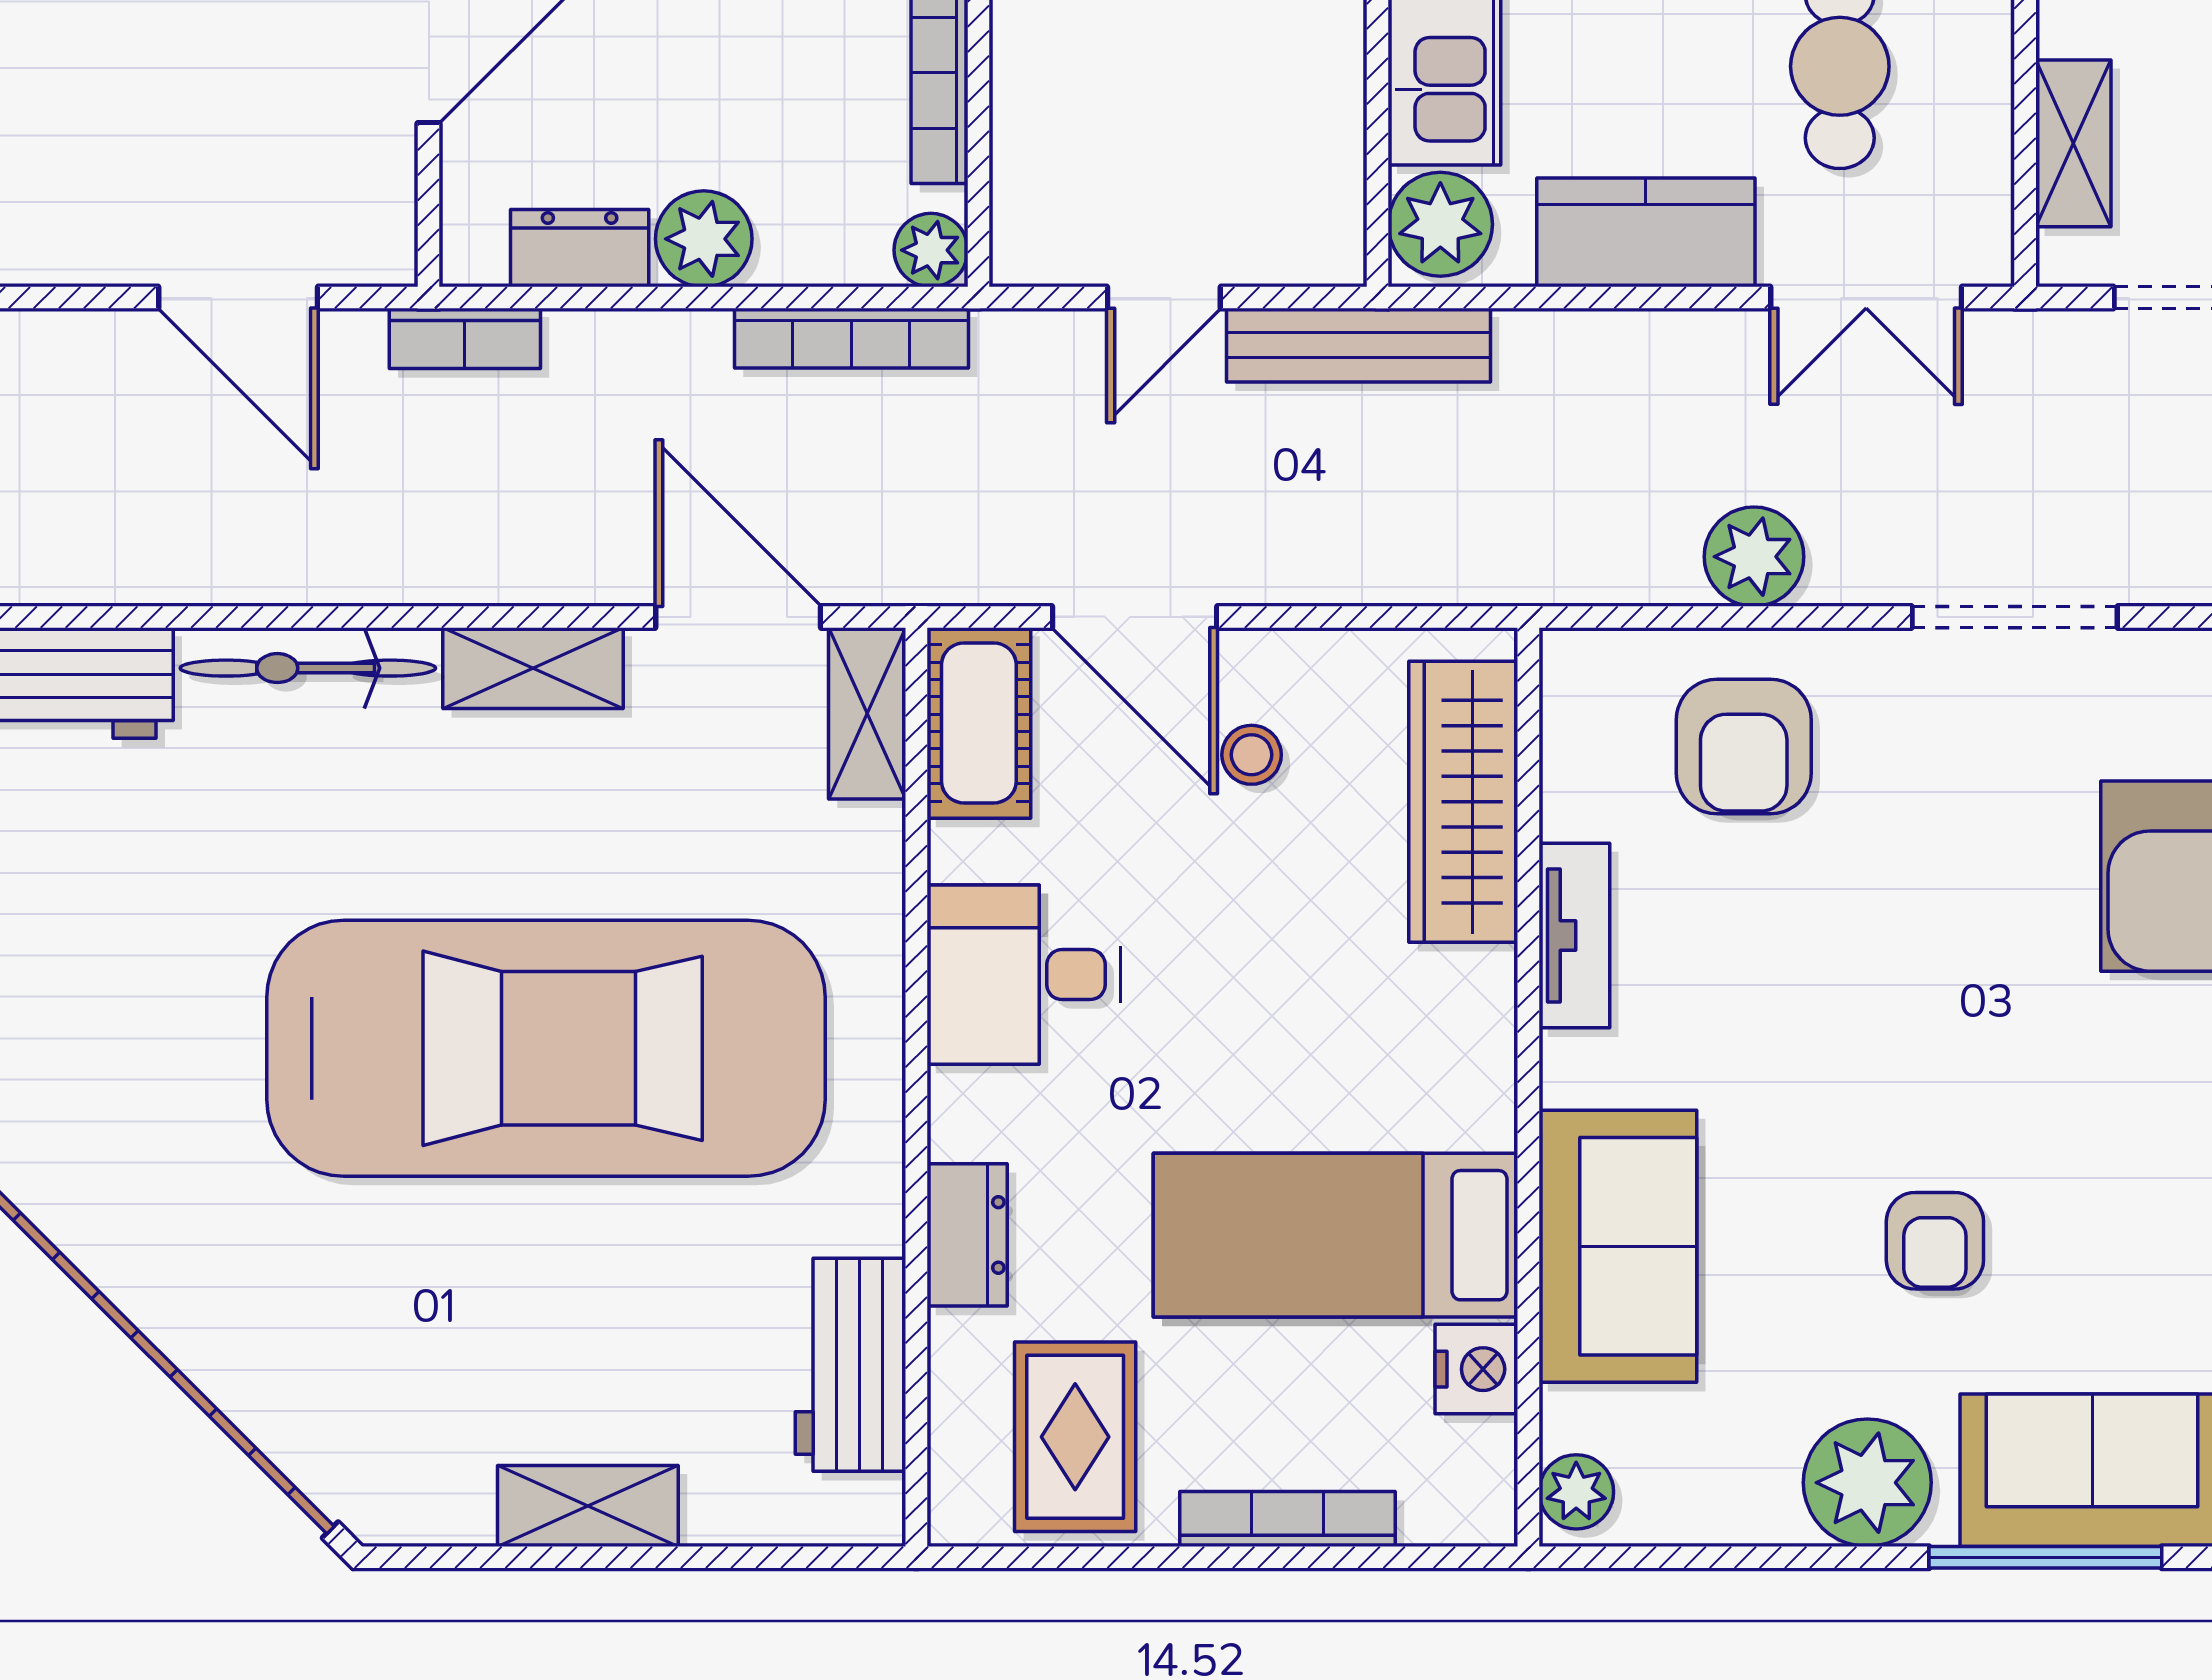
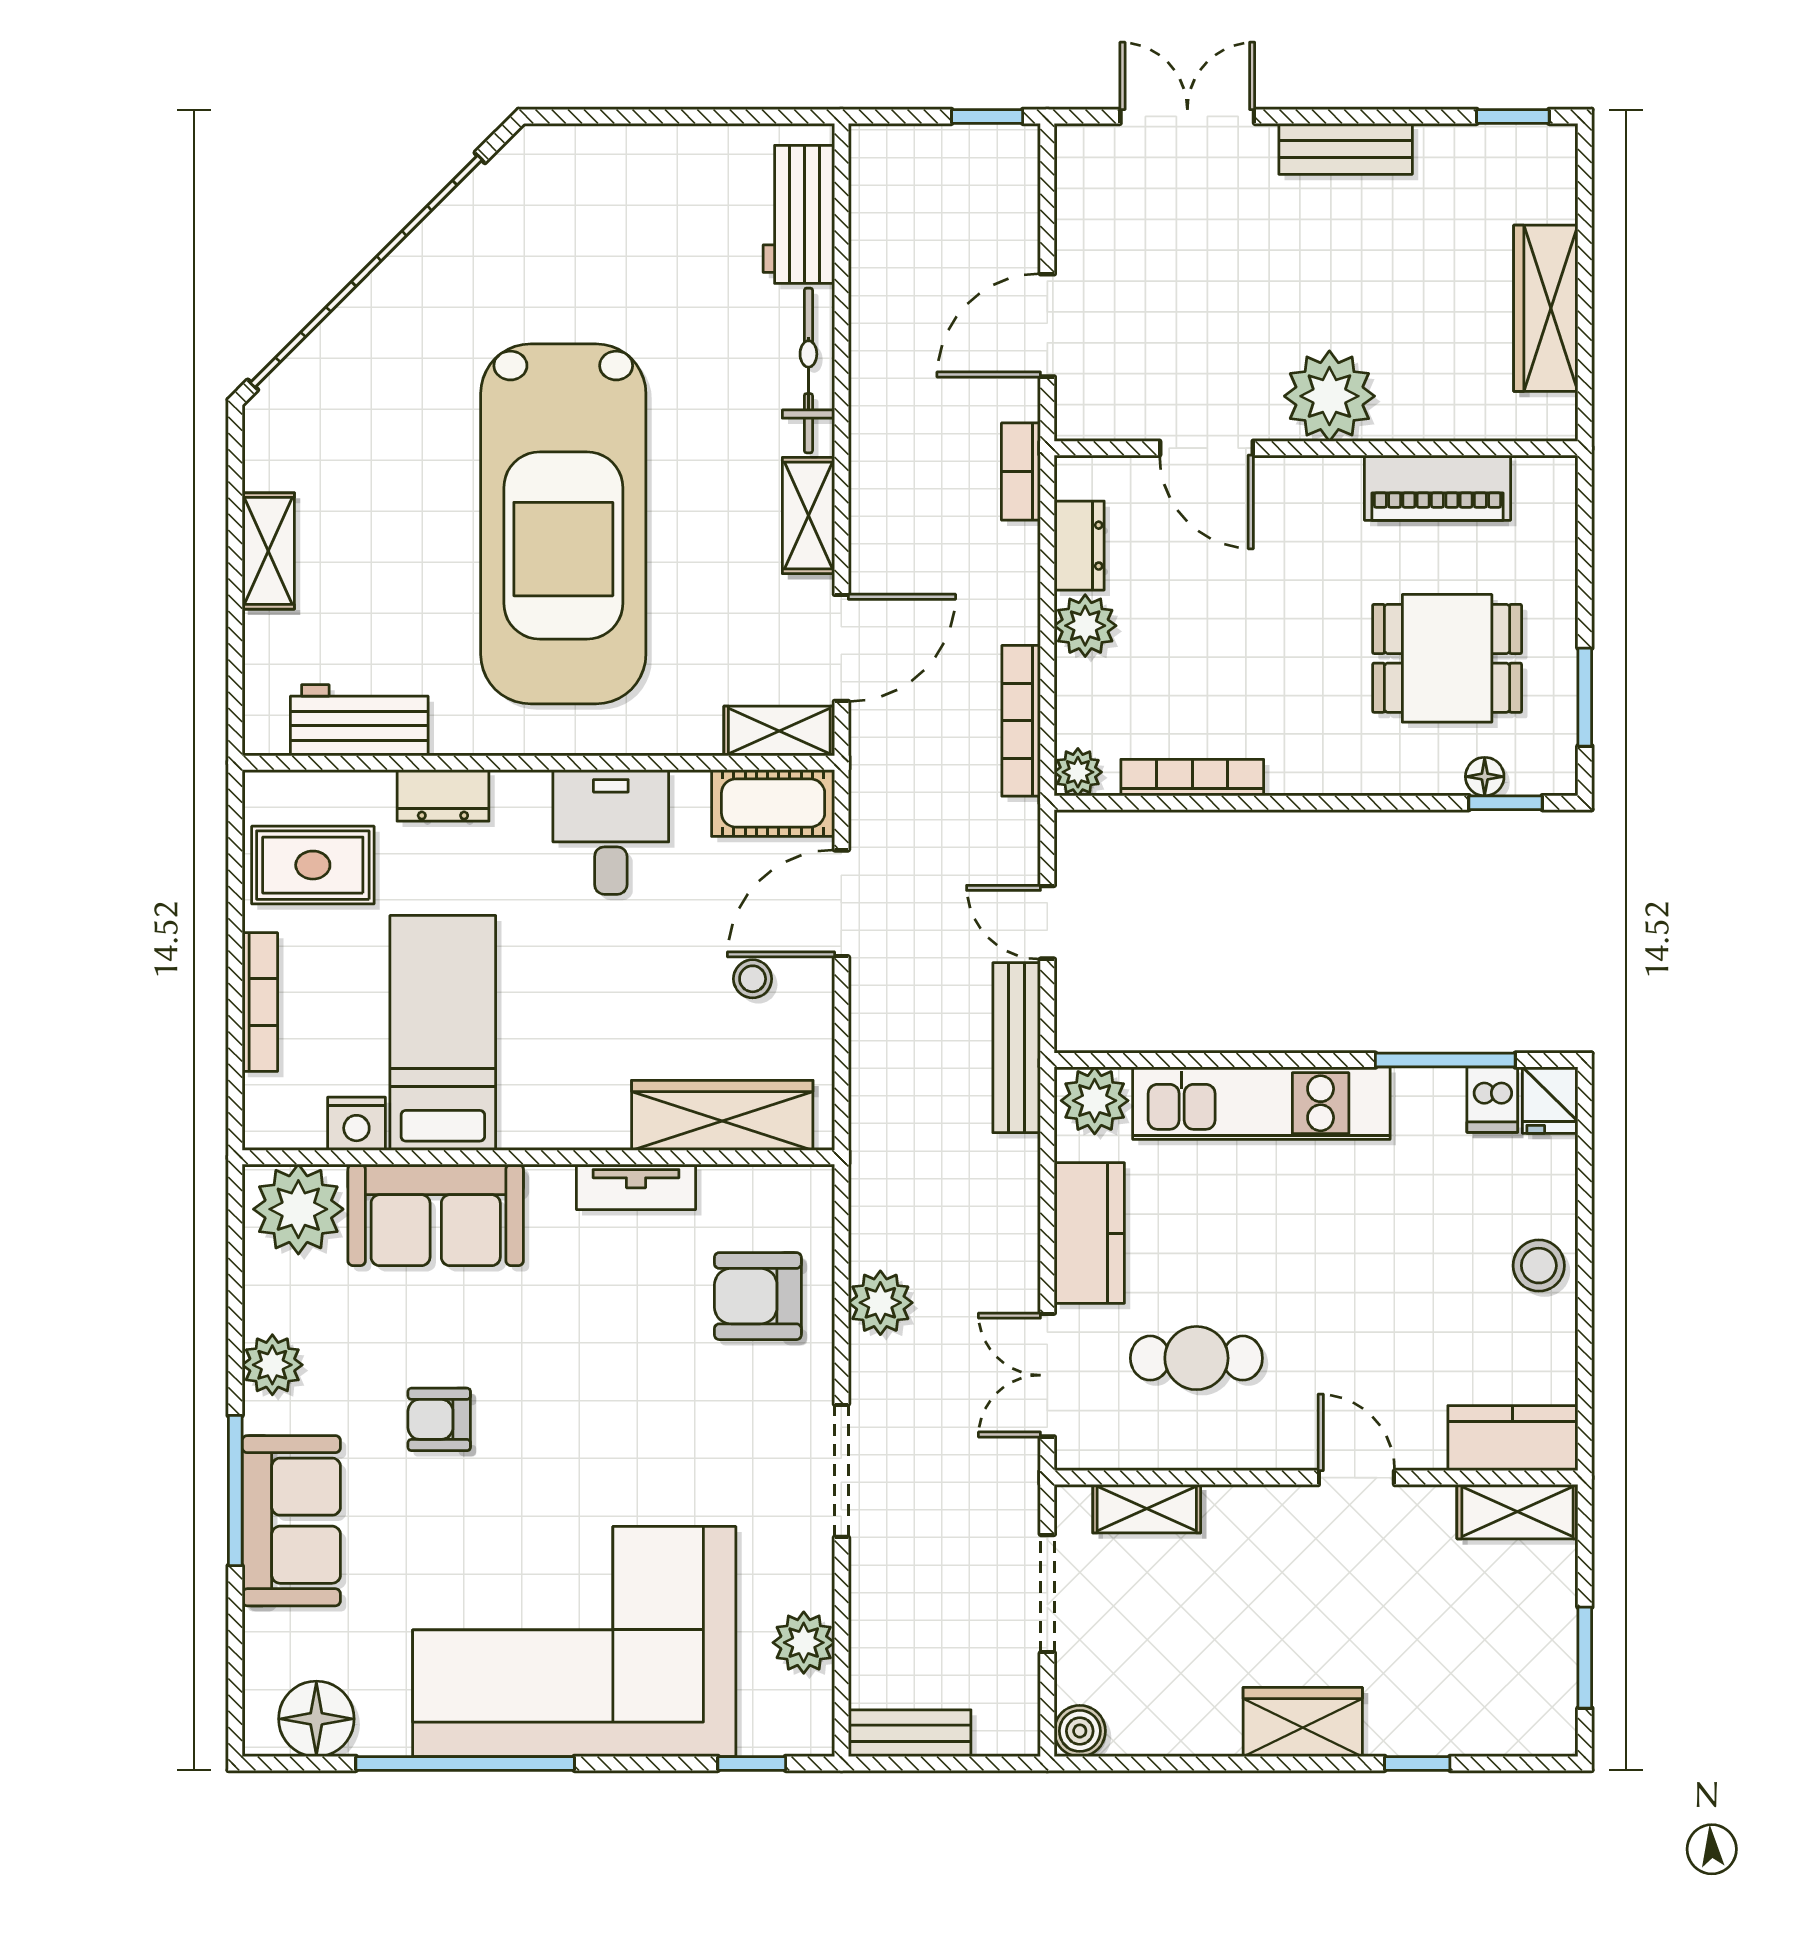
plant: (1867, 1483) -> (272, 1365), width x0.73, depth x0.73
plant: (1576, 1492) -> (298, 1209), width x1.87, depth x1.87

